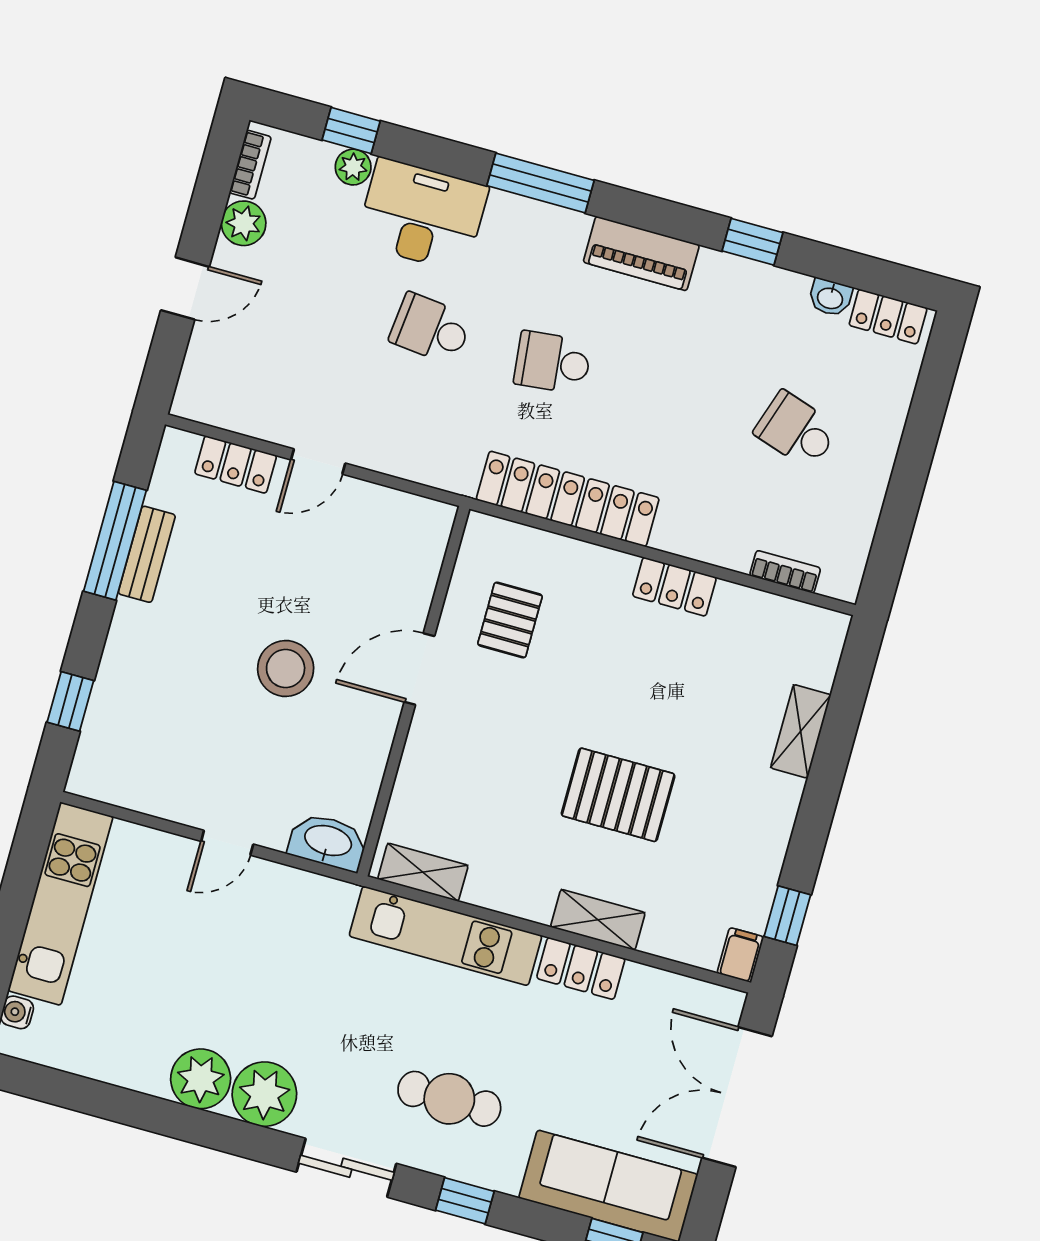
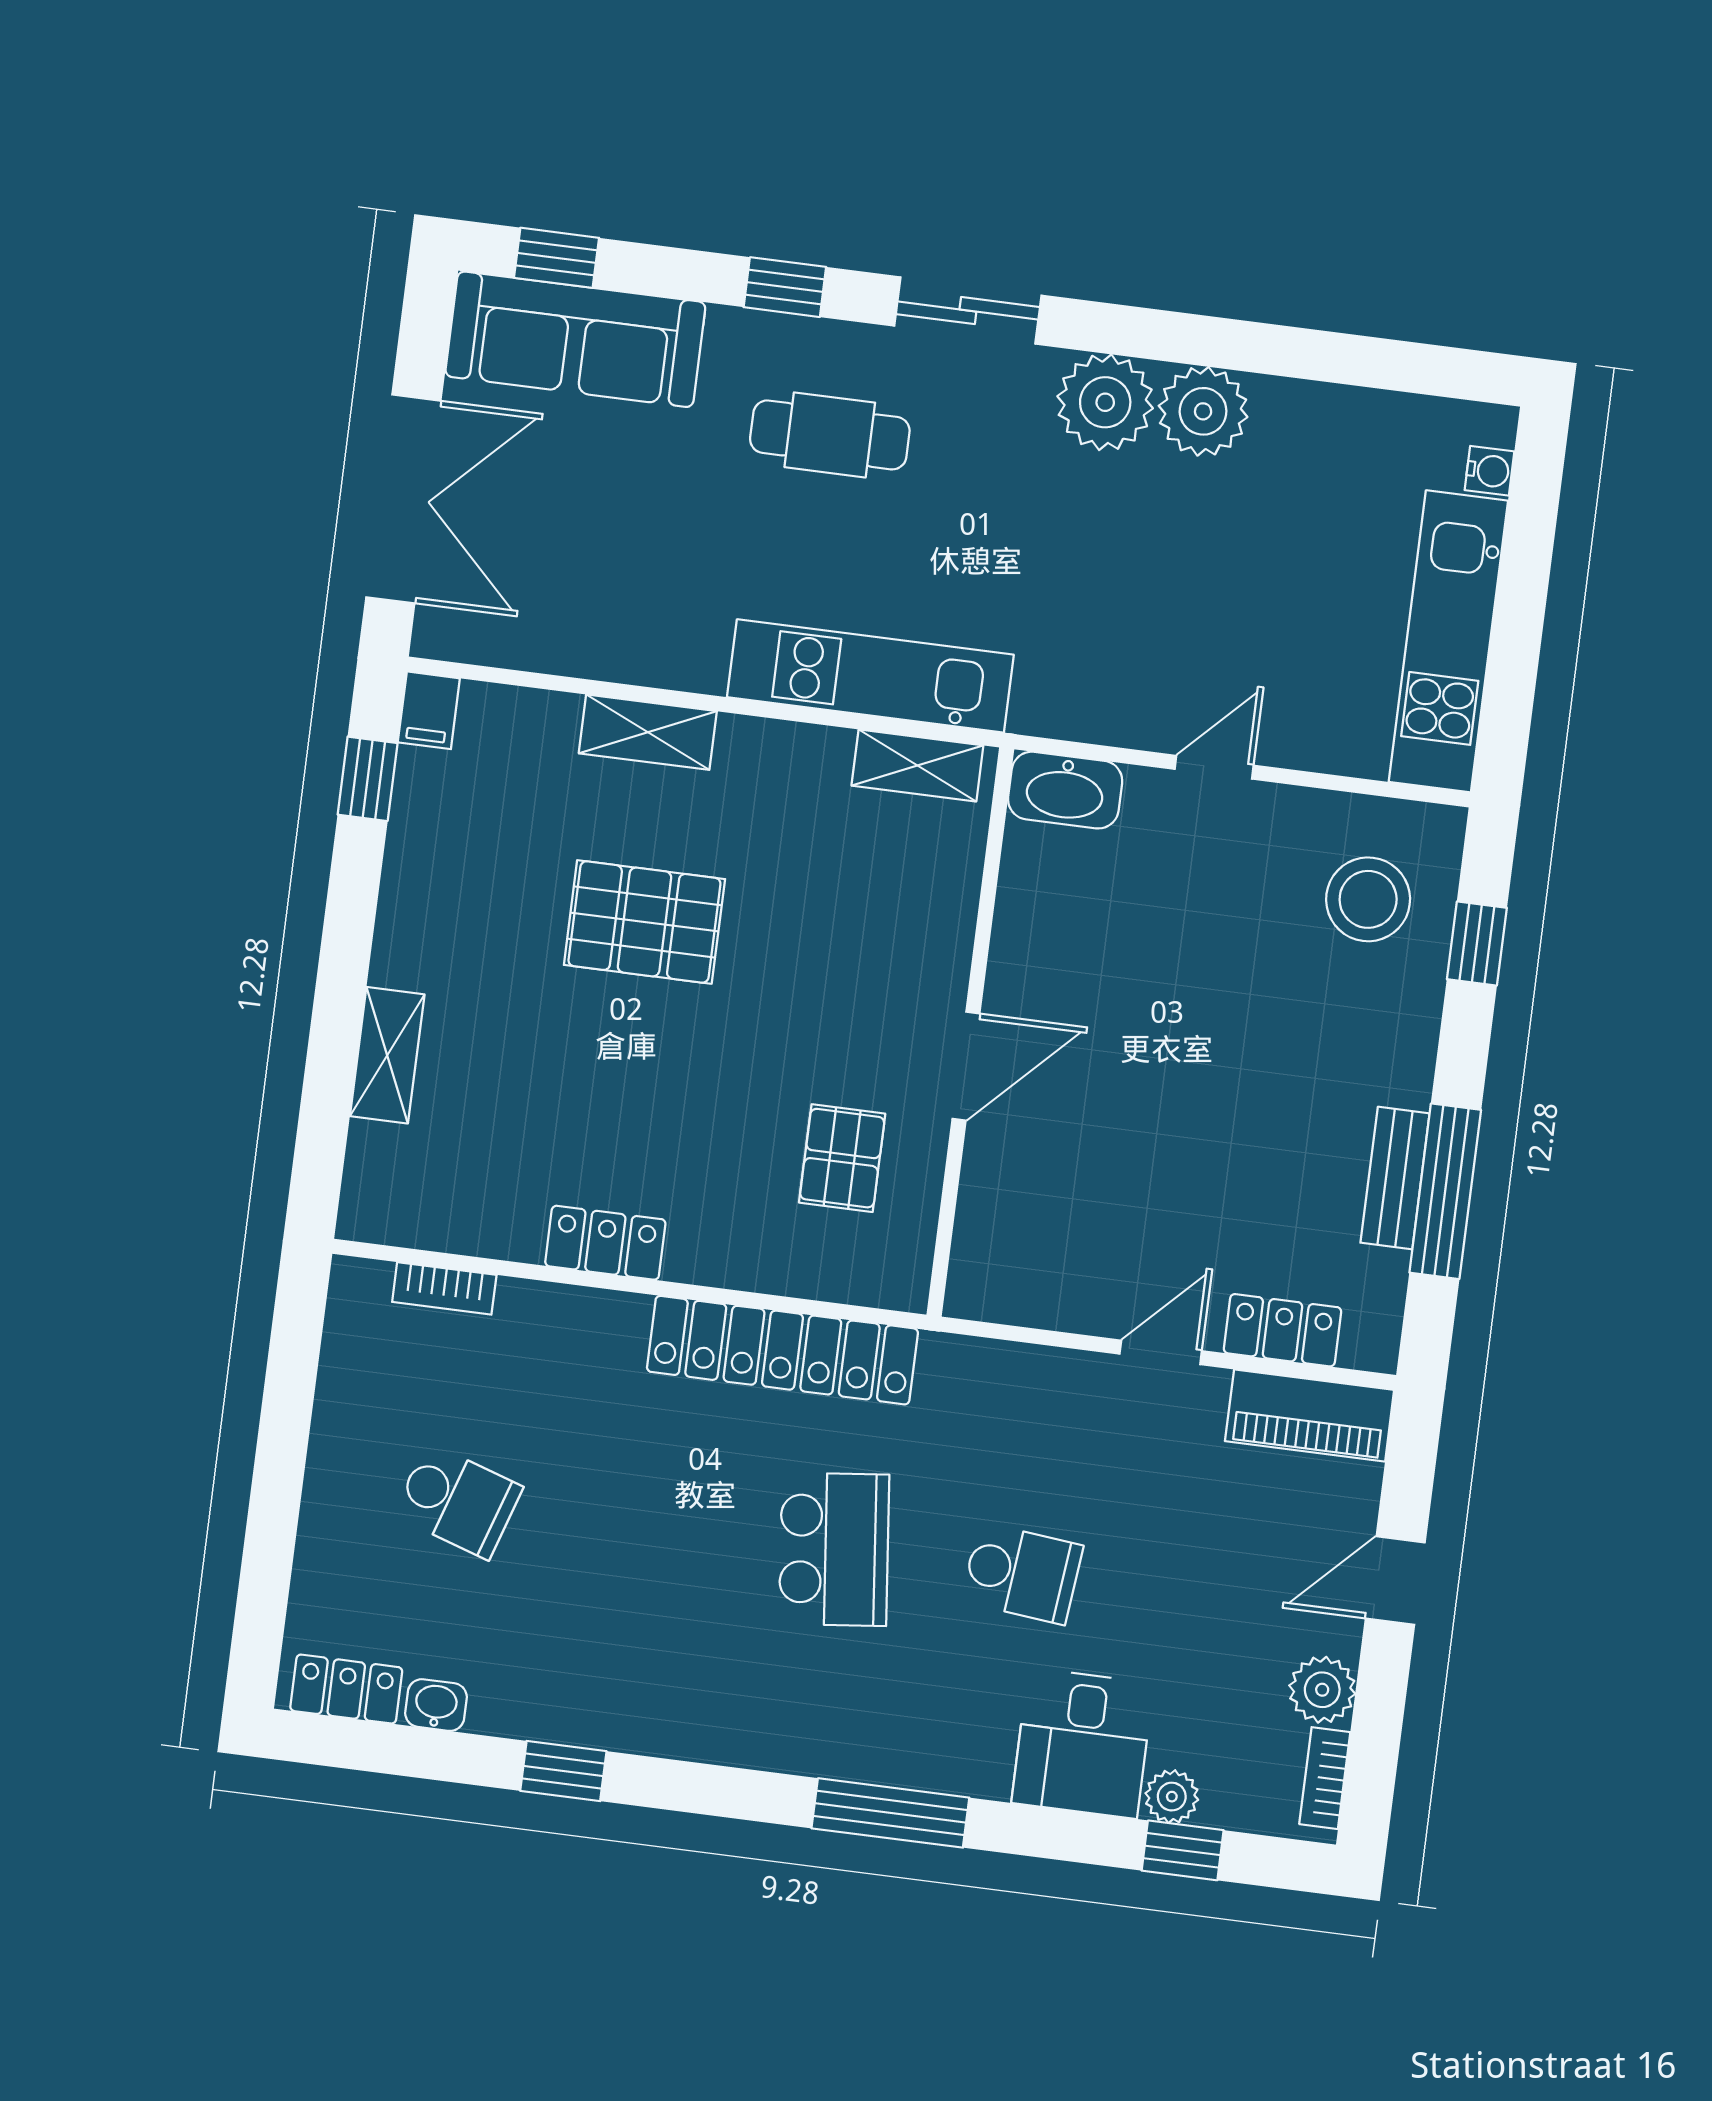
desk: (422, 215) -> (1083, 1743), width x0.73
piano: (641, 253) -> (1310, 1415), moved, turned 180
school desk: (553, 363) -> (834, 1549), width x1.85
stool: (286, 669) -> (1368, 899), moved
locker: (581, 968) -> (663, 656), removed

